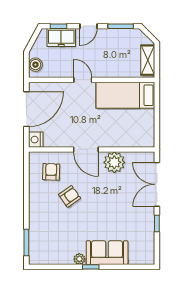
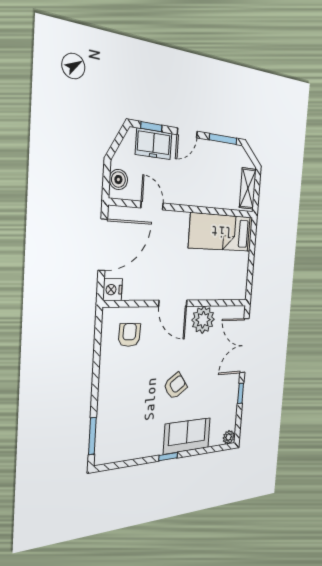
door: (83, 80) -> (152, 205), moved
armchair: (70, 196) -> (175, 386), moved
plant: (79, 259) -> (229, 437), moved

